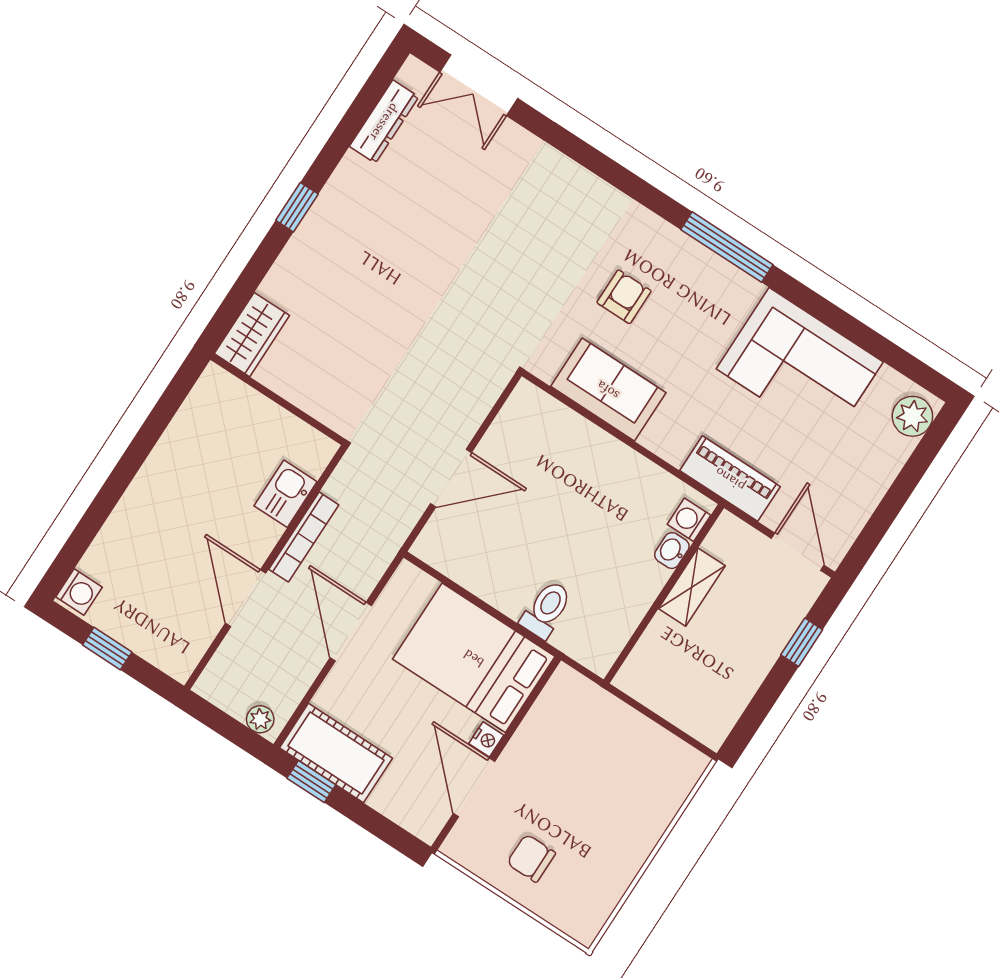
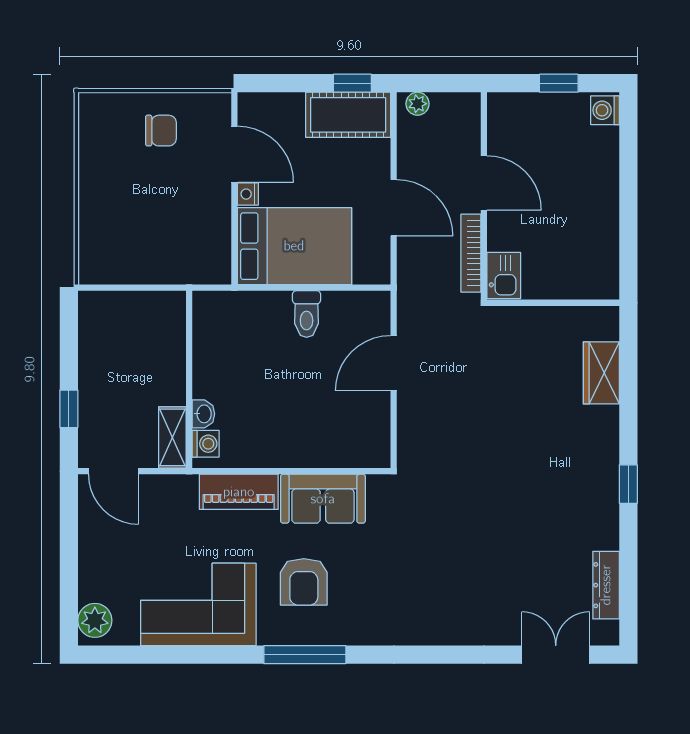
armchair: (624, 297) -> (304, 582), moved, width x1.38, depth x1.38
wall: (278, 399) -> (553, 303), moved
piano: (730, 479) -> (239, 492), moved
shelving: (692, 587) -> (172, 437), moved
toilet: (546, 609) -> (307, 314), moved

